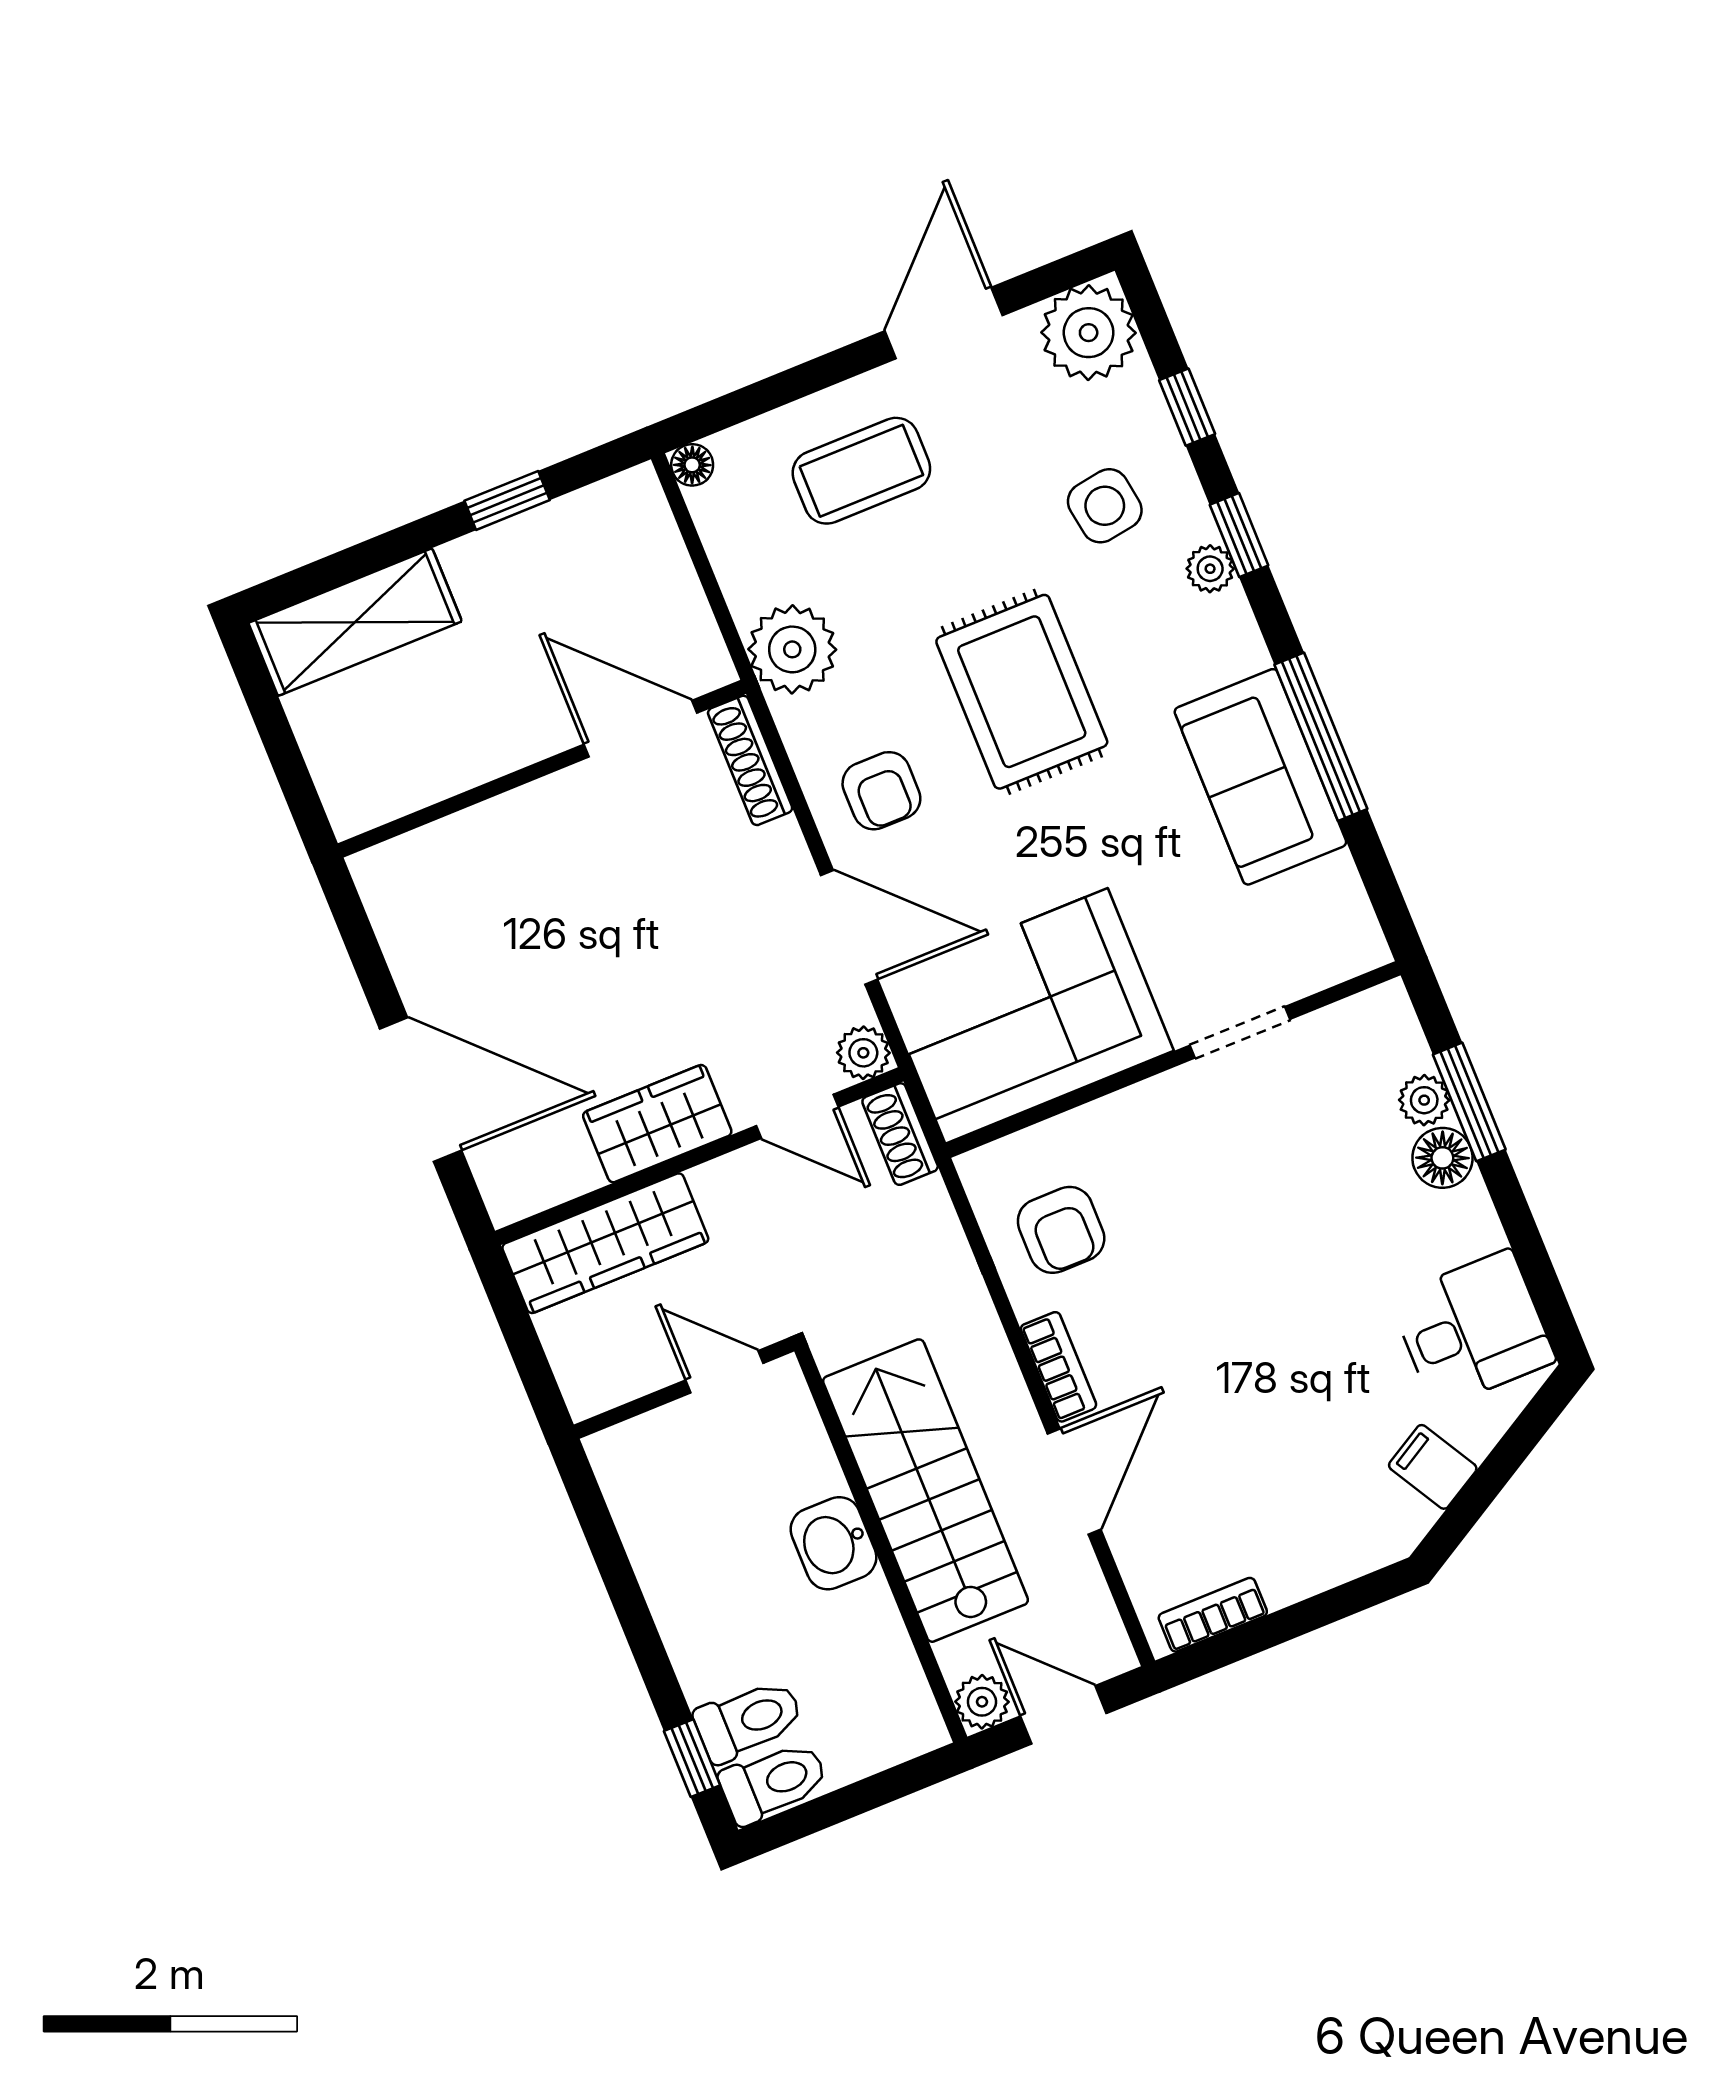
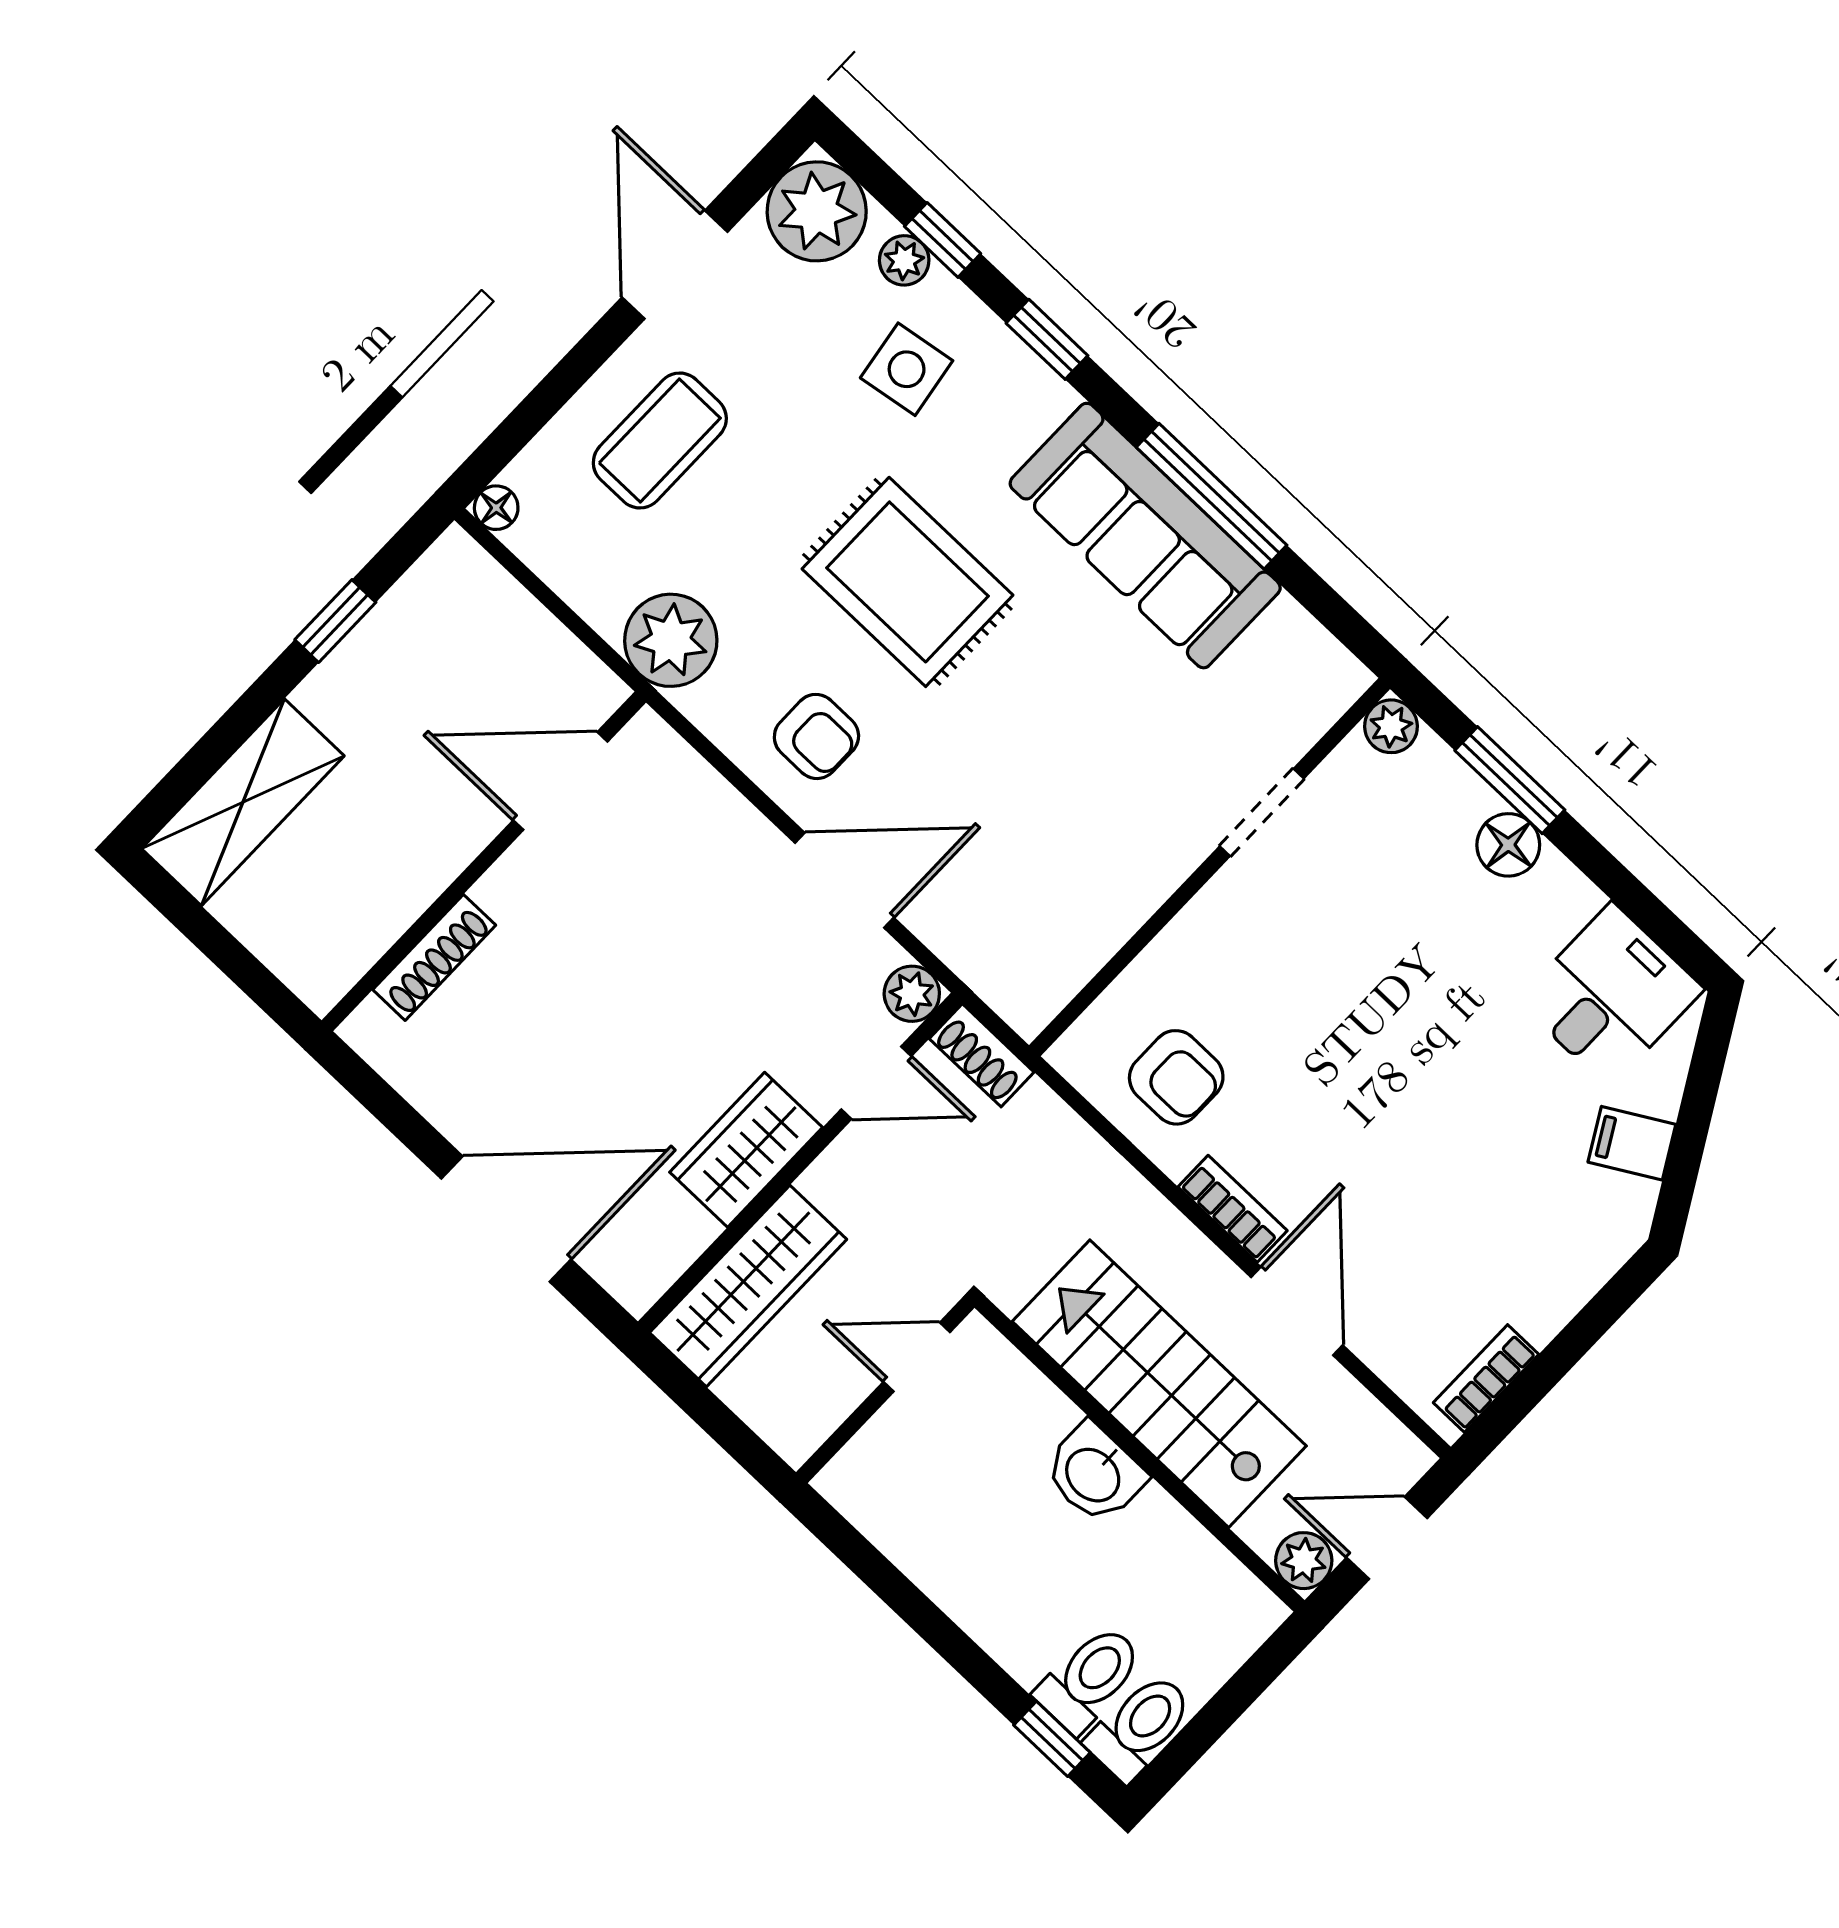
plant: (1210, 569) -> (904, 260), moved
shoe rack: (750, 760) -> (434, 957), moved, turned -90
sofa: (1260, 777) -> (1145, 536), width x1.36
corner sofa: (1026, 1016) -> (1051, 888), removed
plant: (1424, 1100) -> (1391, 726), moved

